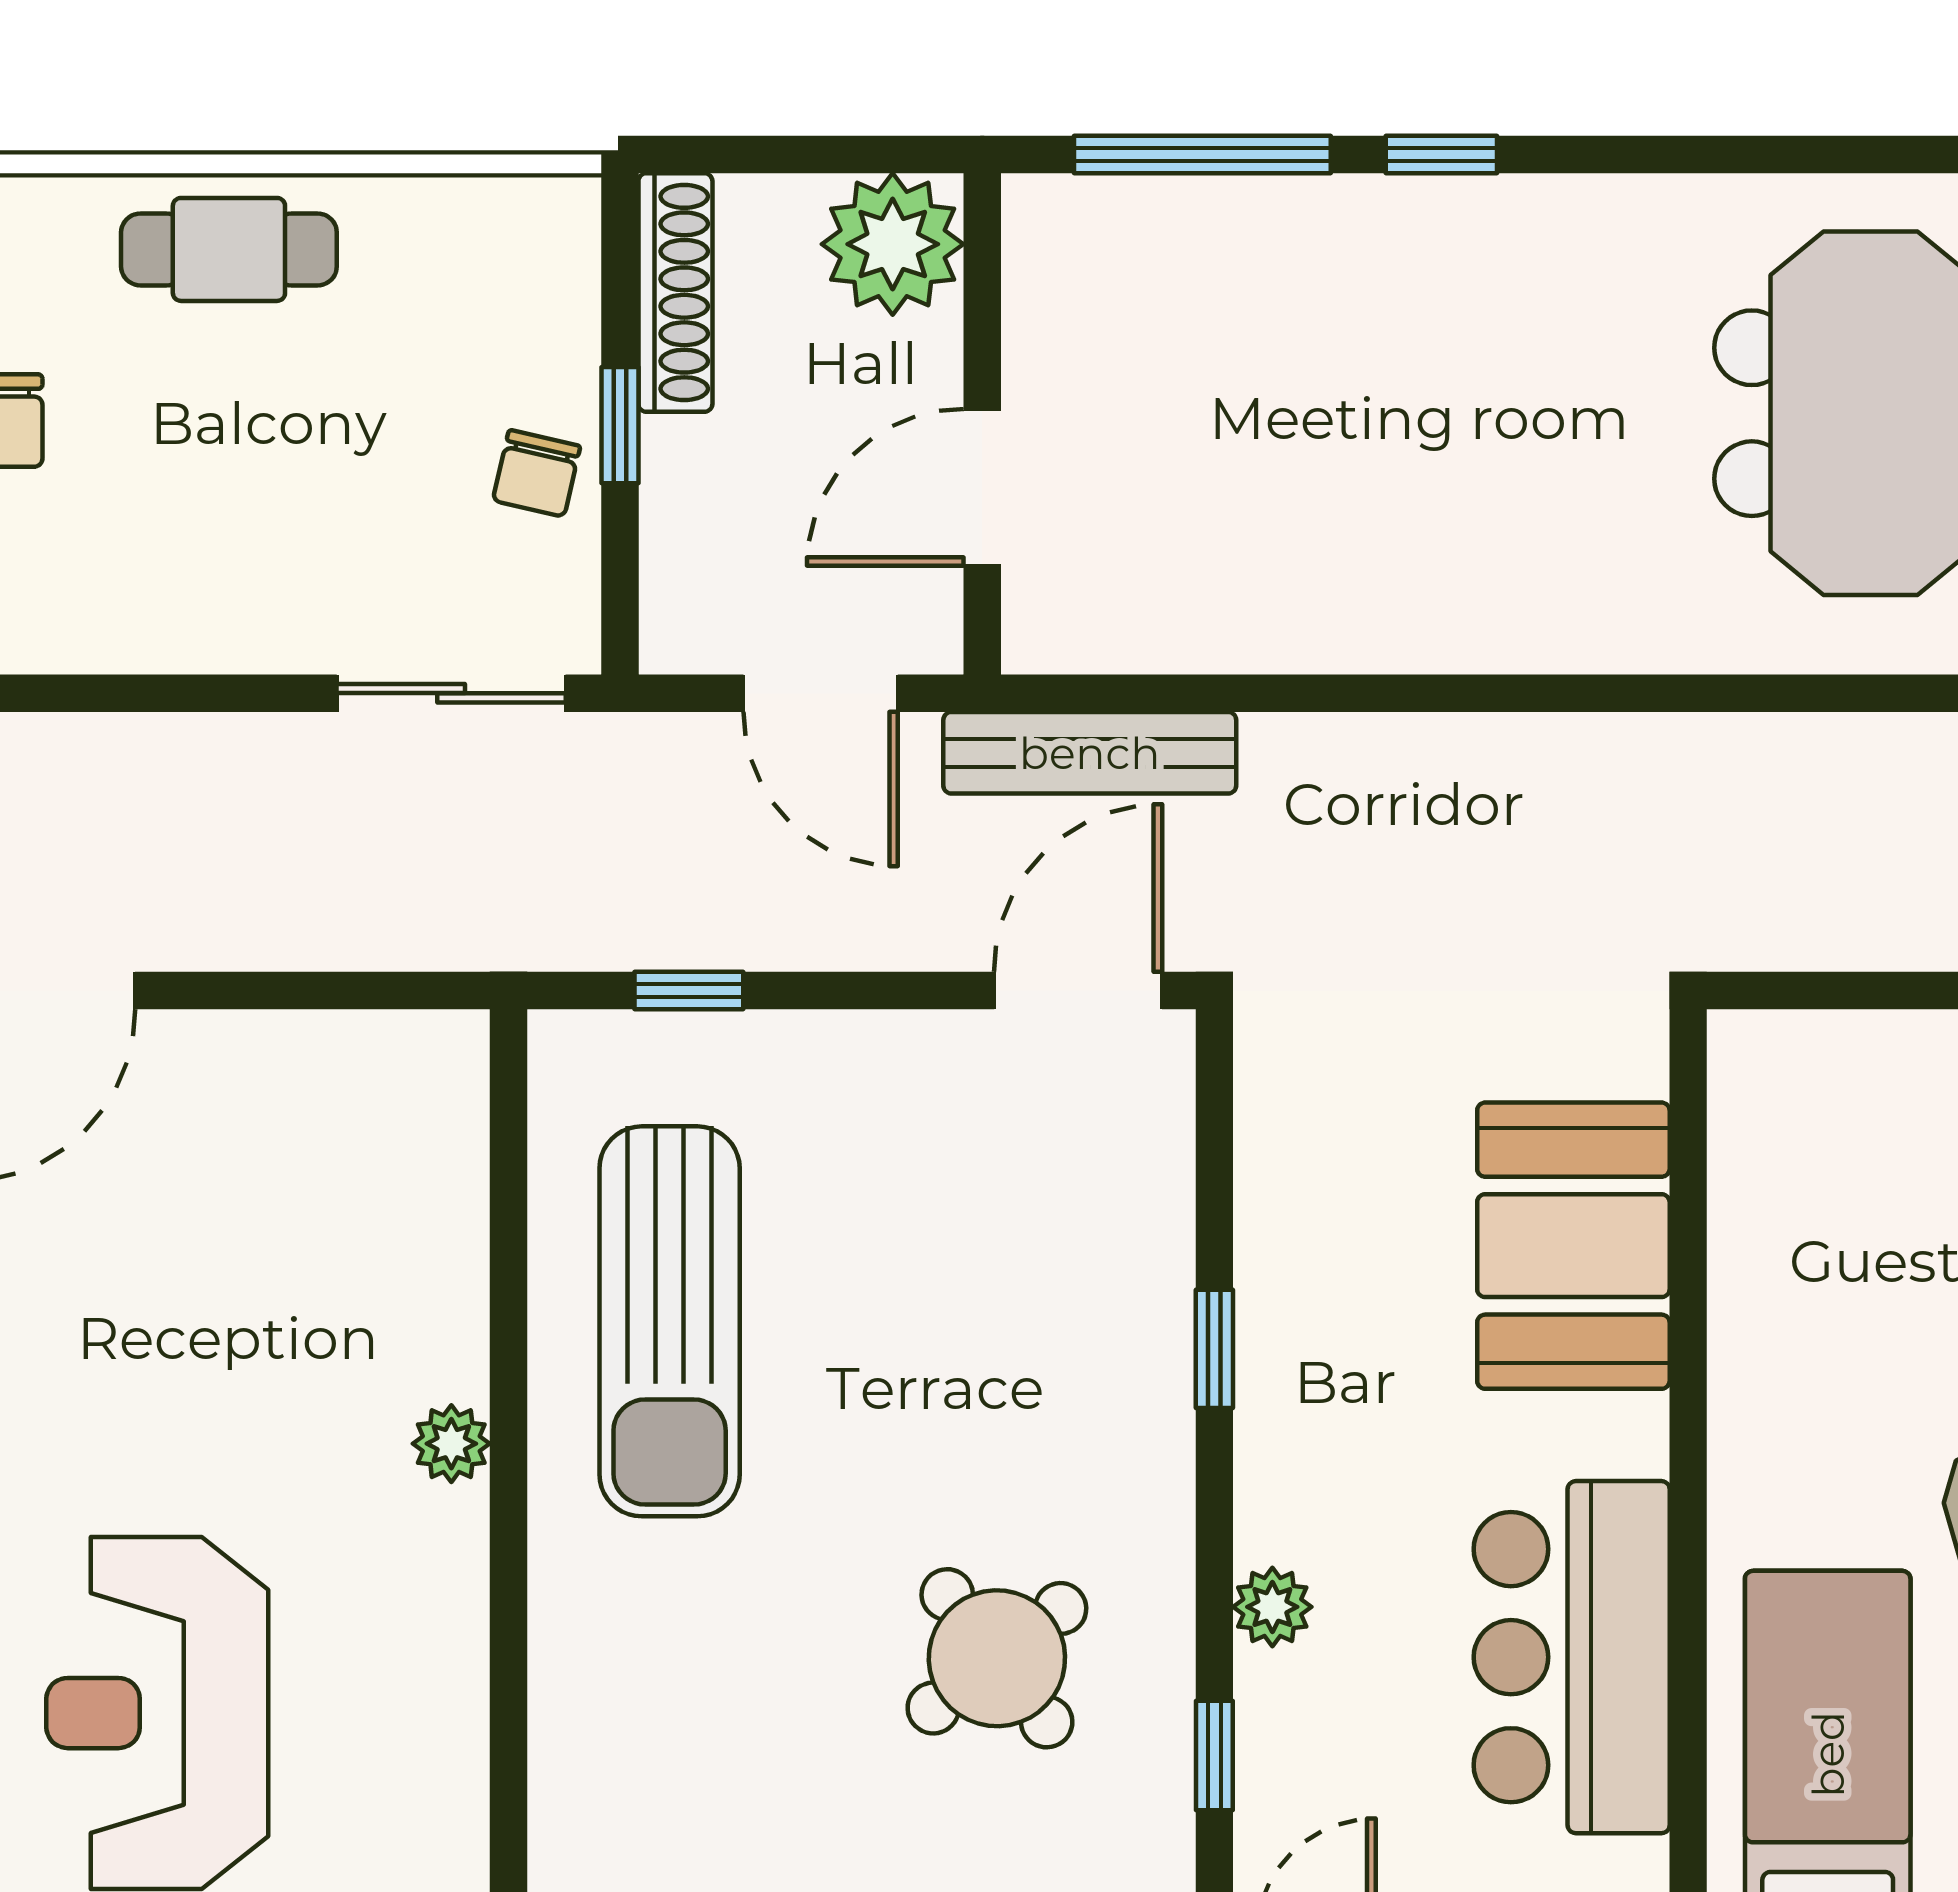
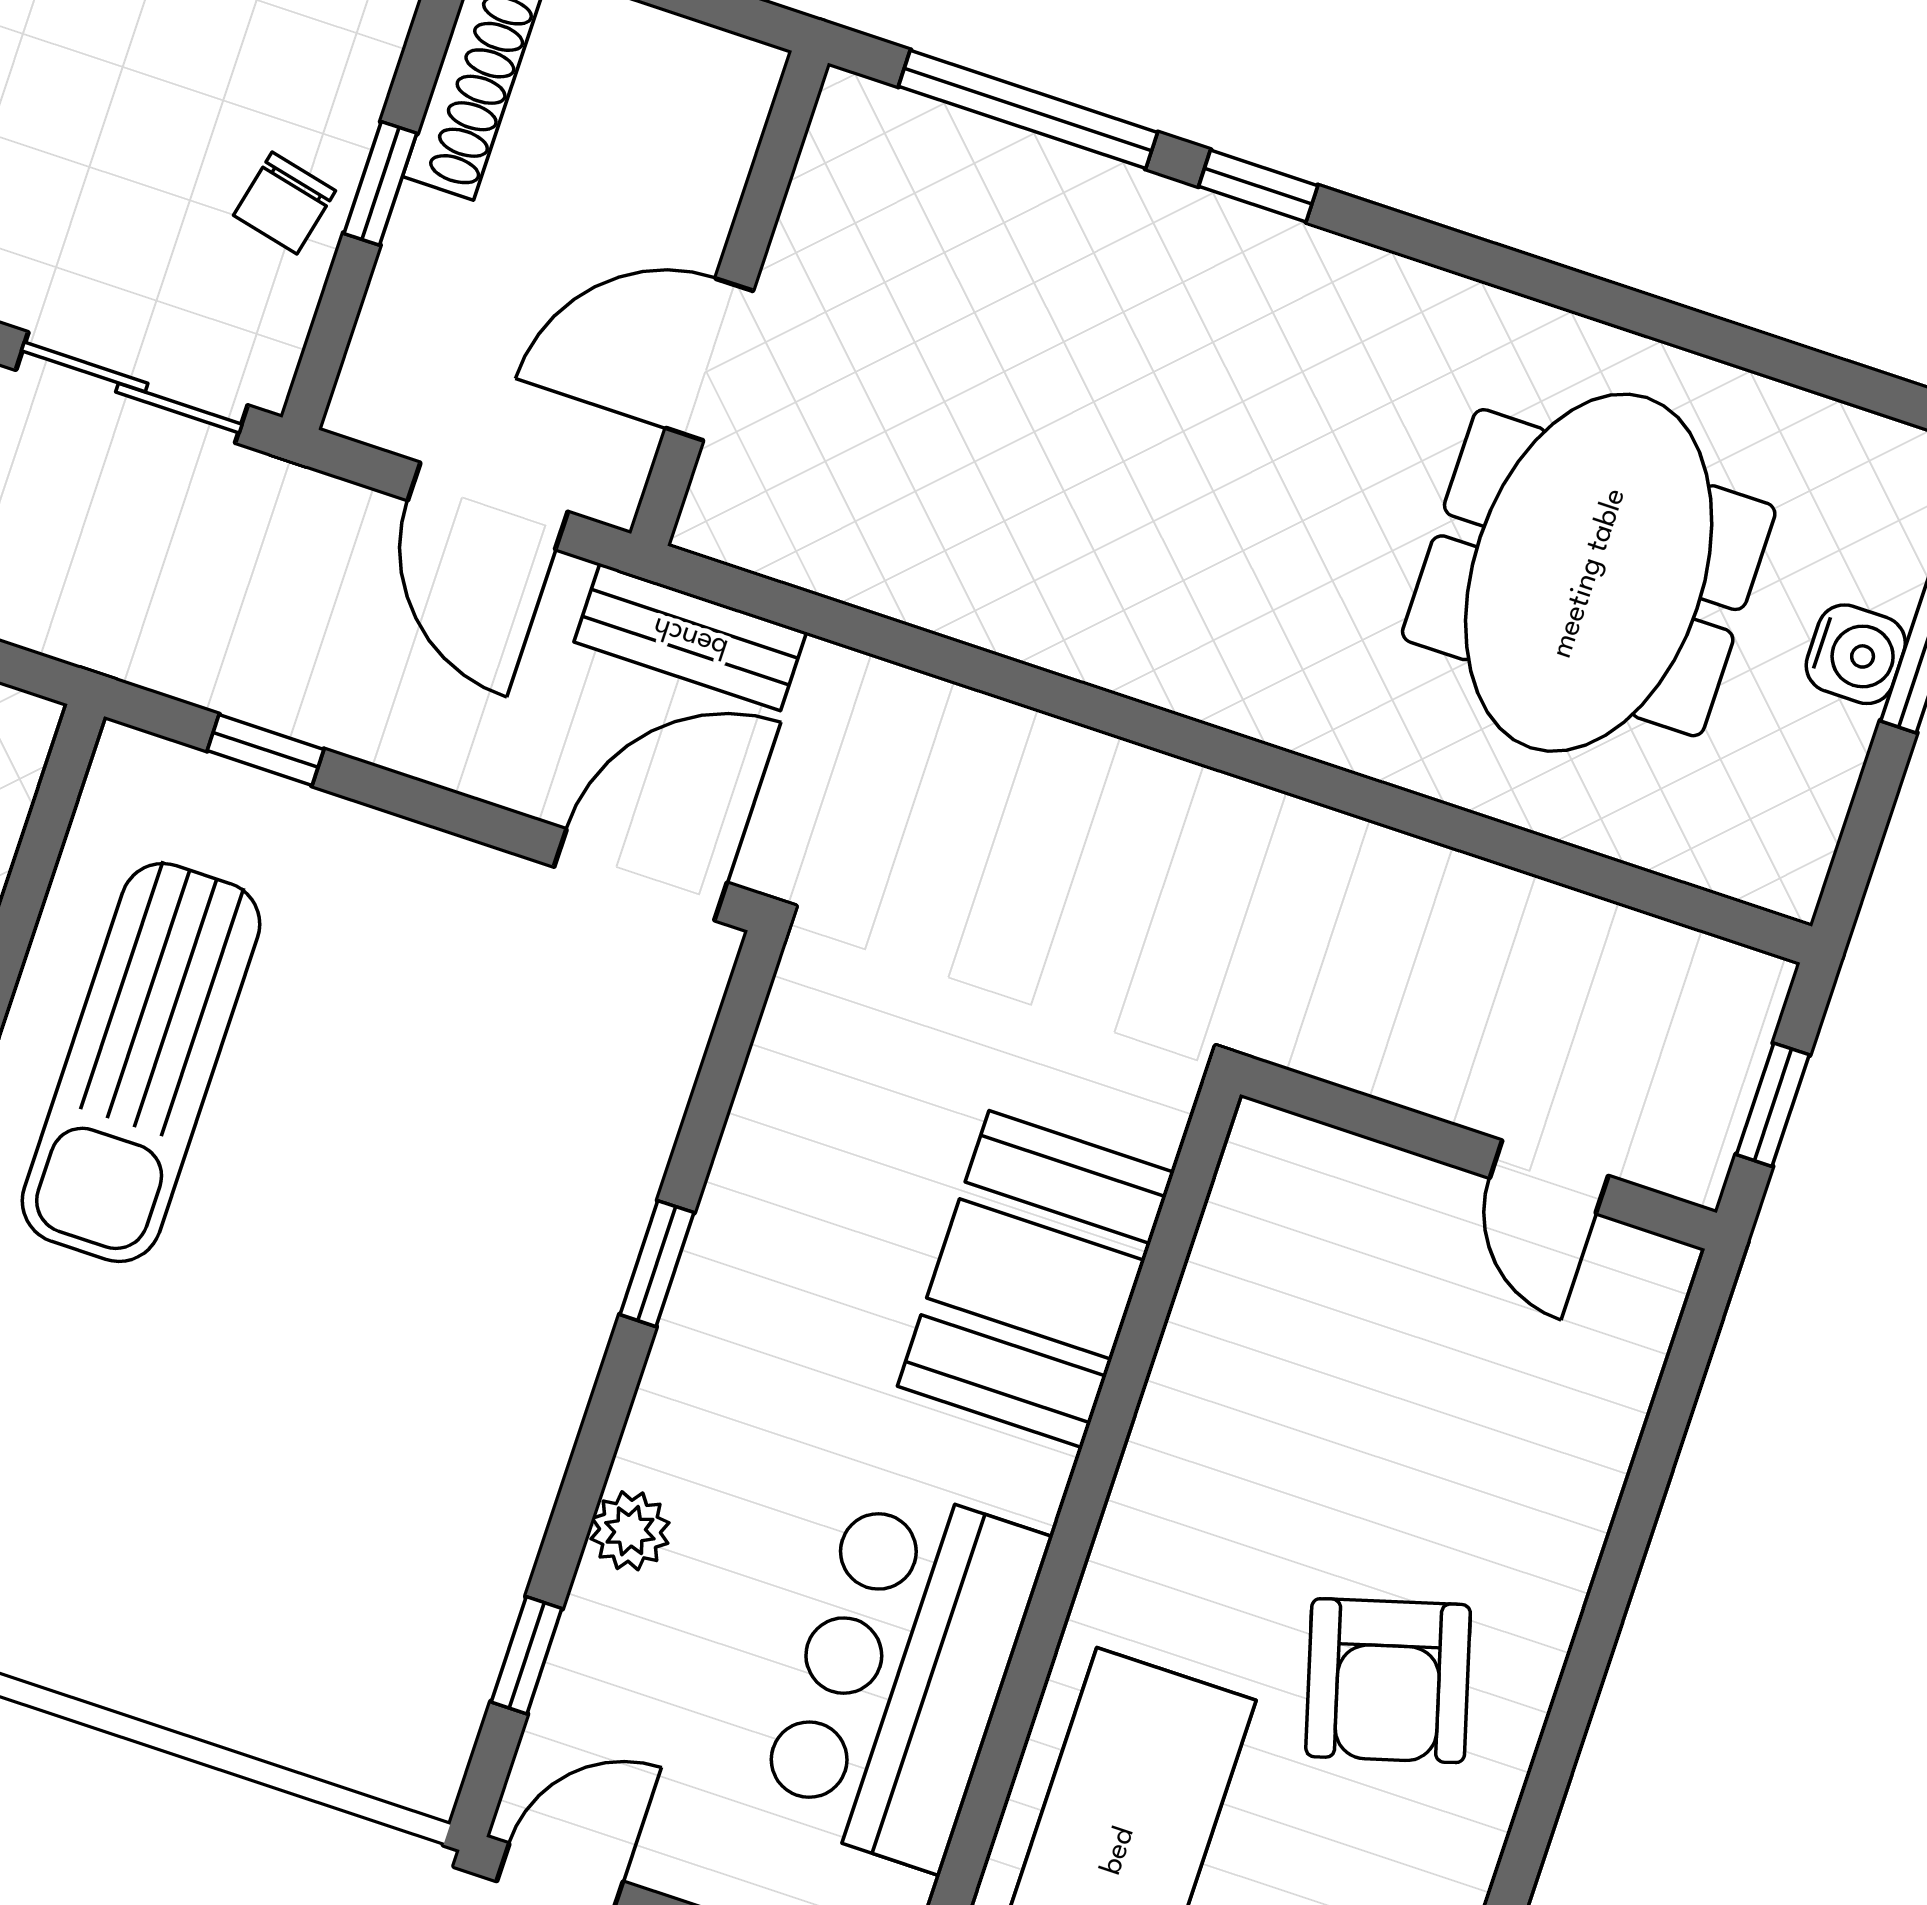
plant: (893, 244) -> (701, 96), removed
bench: (1090, 753) -> (690, 637), width x0.73
round table: (997, 1658) -> (348, 1492), removed

